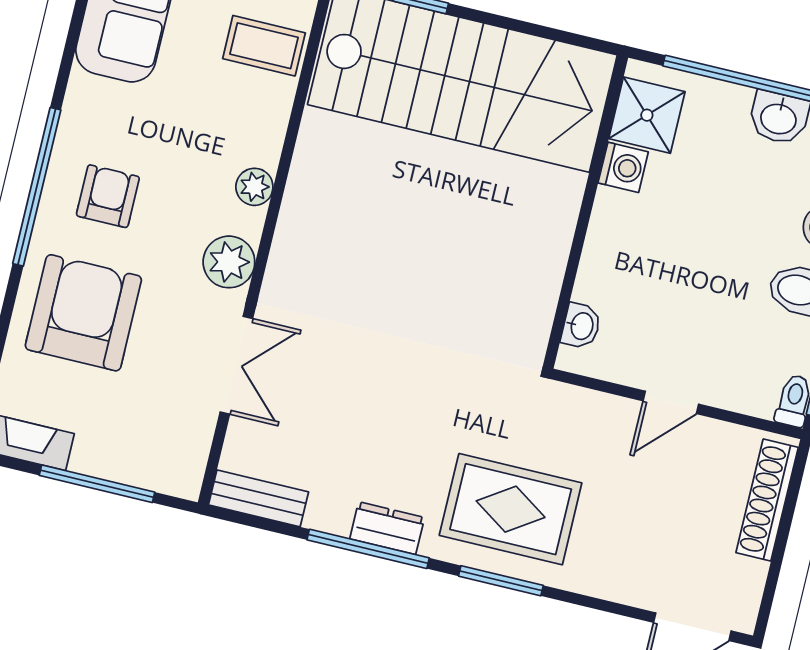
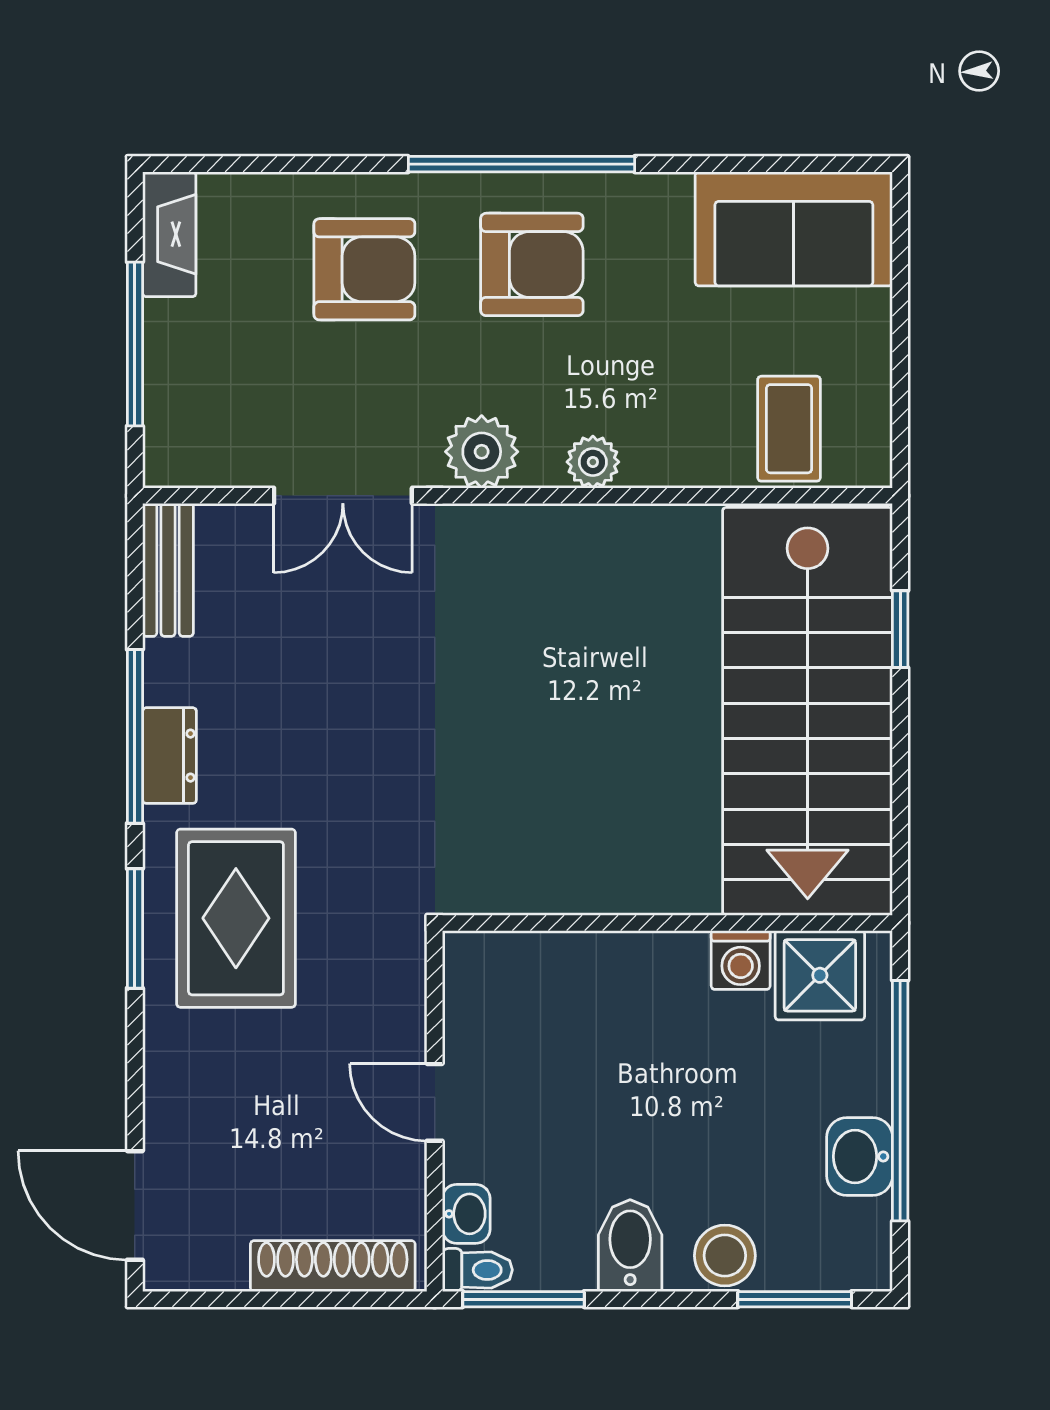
armchair: (108, 196) -> (532, 264), width x1.38, depth x1.38
armchair: (83, 313) -> (364, 269), width x0.73, depth x0.73
washbasin: (581, 326) -> (466, 1214), moved, turned -90

